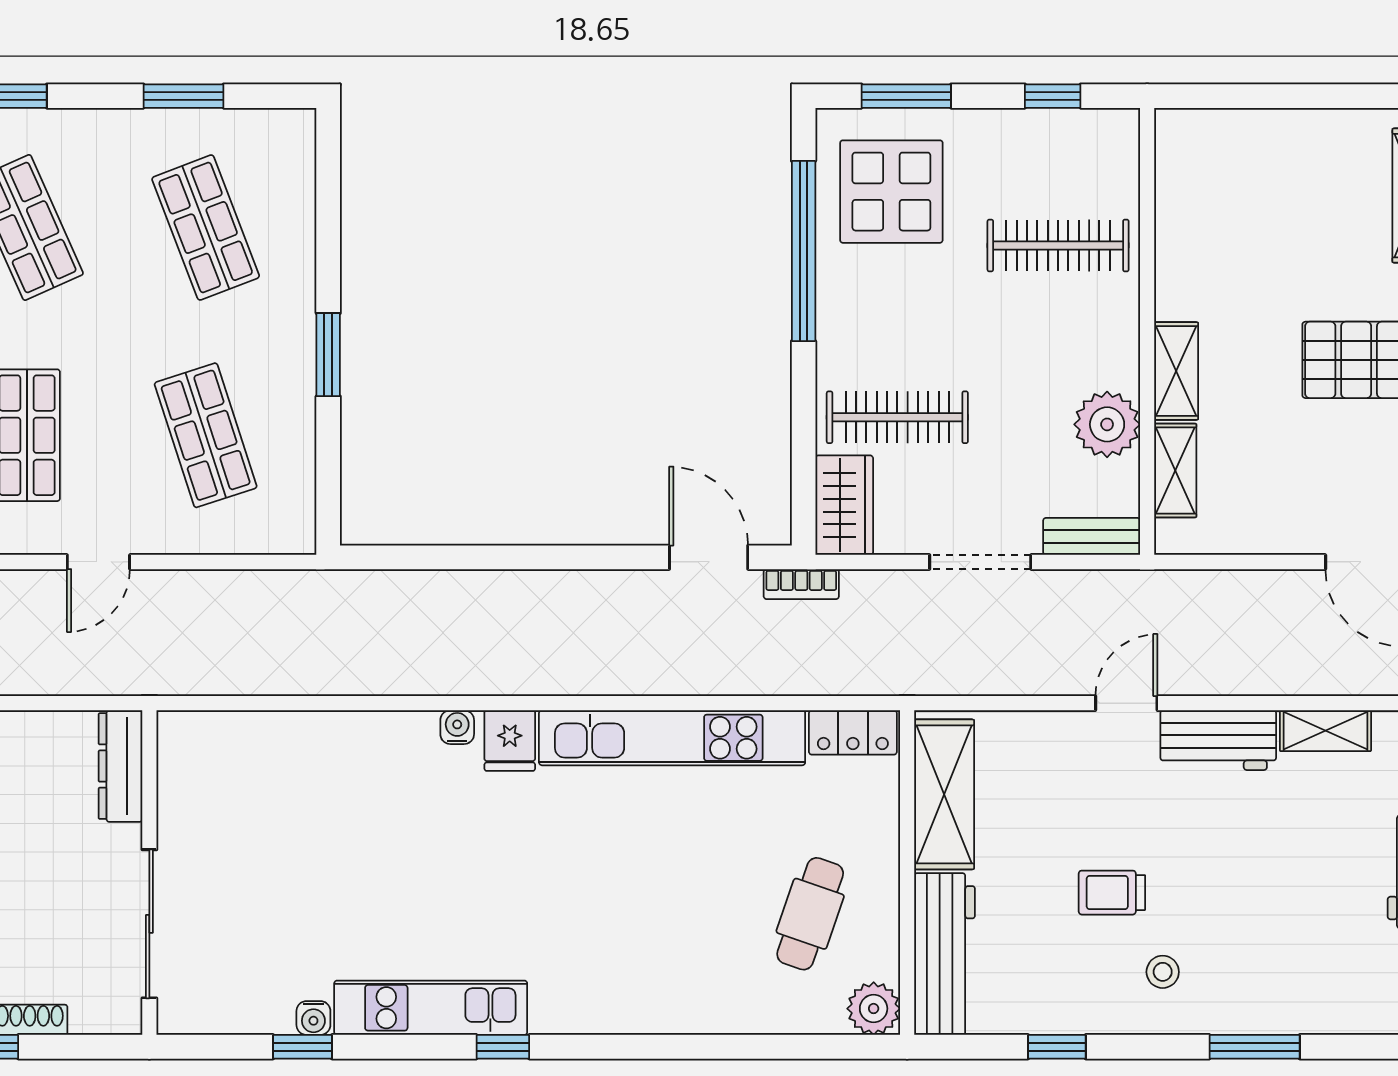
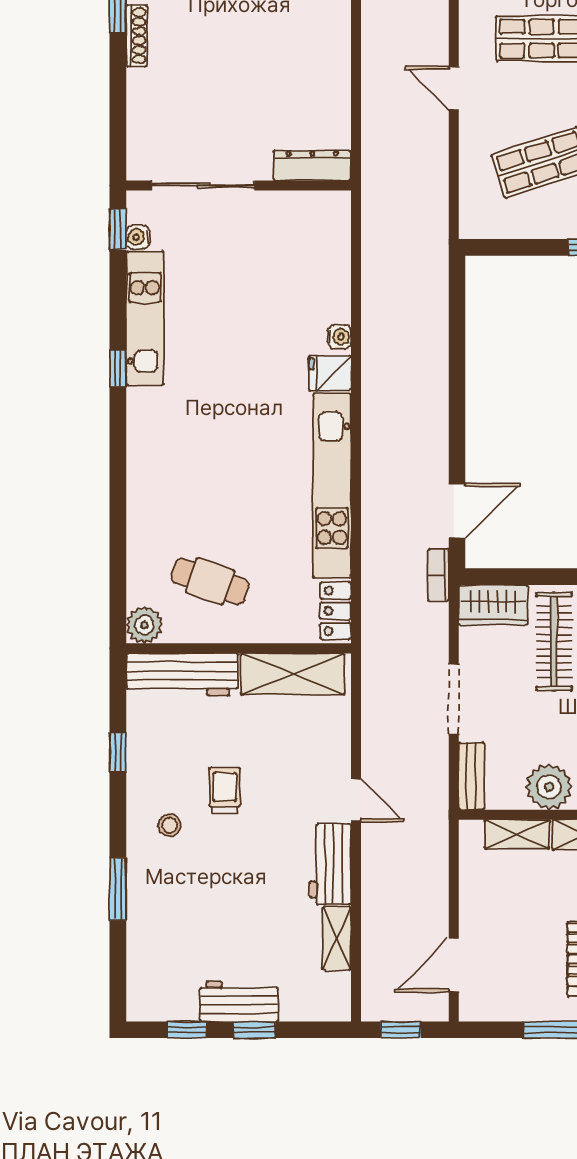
dresser: (120, 766) -> (312, 165), moved
wall: (149, 873) -> (239, 185), moved
sliding door: (149, 924) -> (203, 185), moved

